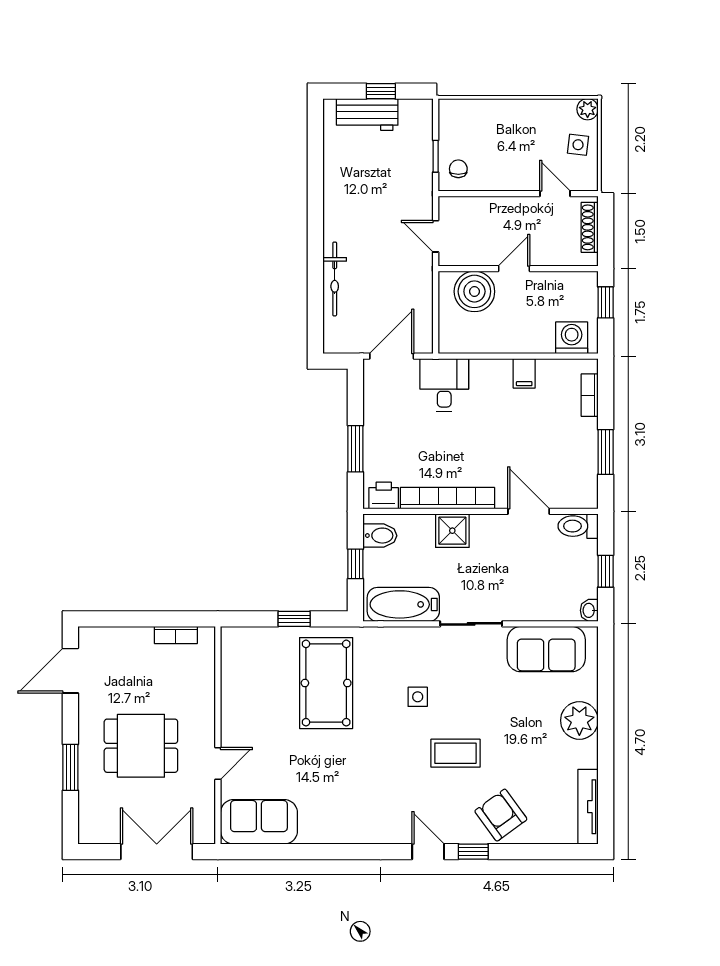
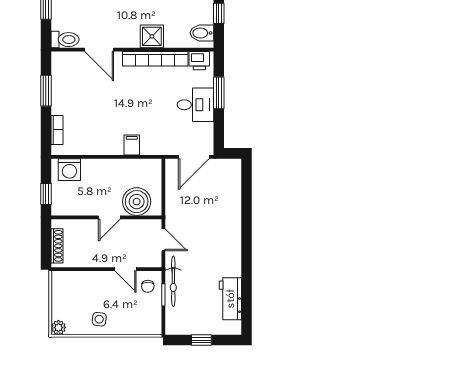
workbench: (367, 114) -> (230, 299), moved, turned -90
side table: (578, 145) -> (99, 319), moved
door: (555, 194) -> (125, 269), moved
bicycle: (335, 279) -> (173, 281), moved, turned 180
filing cabinet: (524, 373) -> (132, 145), moved
desk: (444, 385) -> (195, 105), moved, turned -90

